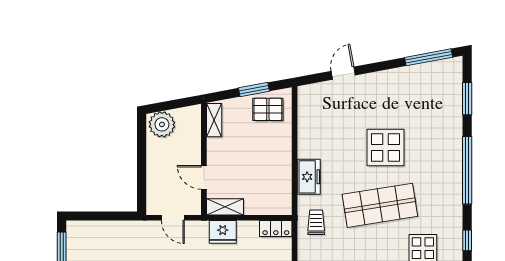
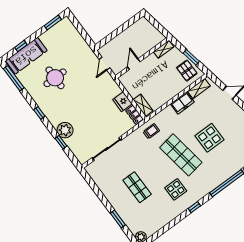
shelving: (306, 111) -> (199, 89), added
plant: (162, 124) -> (144, 27), removed
freezer: (309, 177) -> (182, 103), moved
shelving: (225, 207) -> (143, 105), moved
fridge: (223, 232) -> (122, 102), moved

